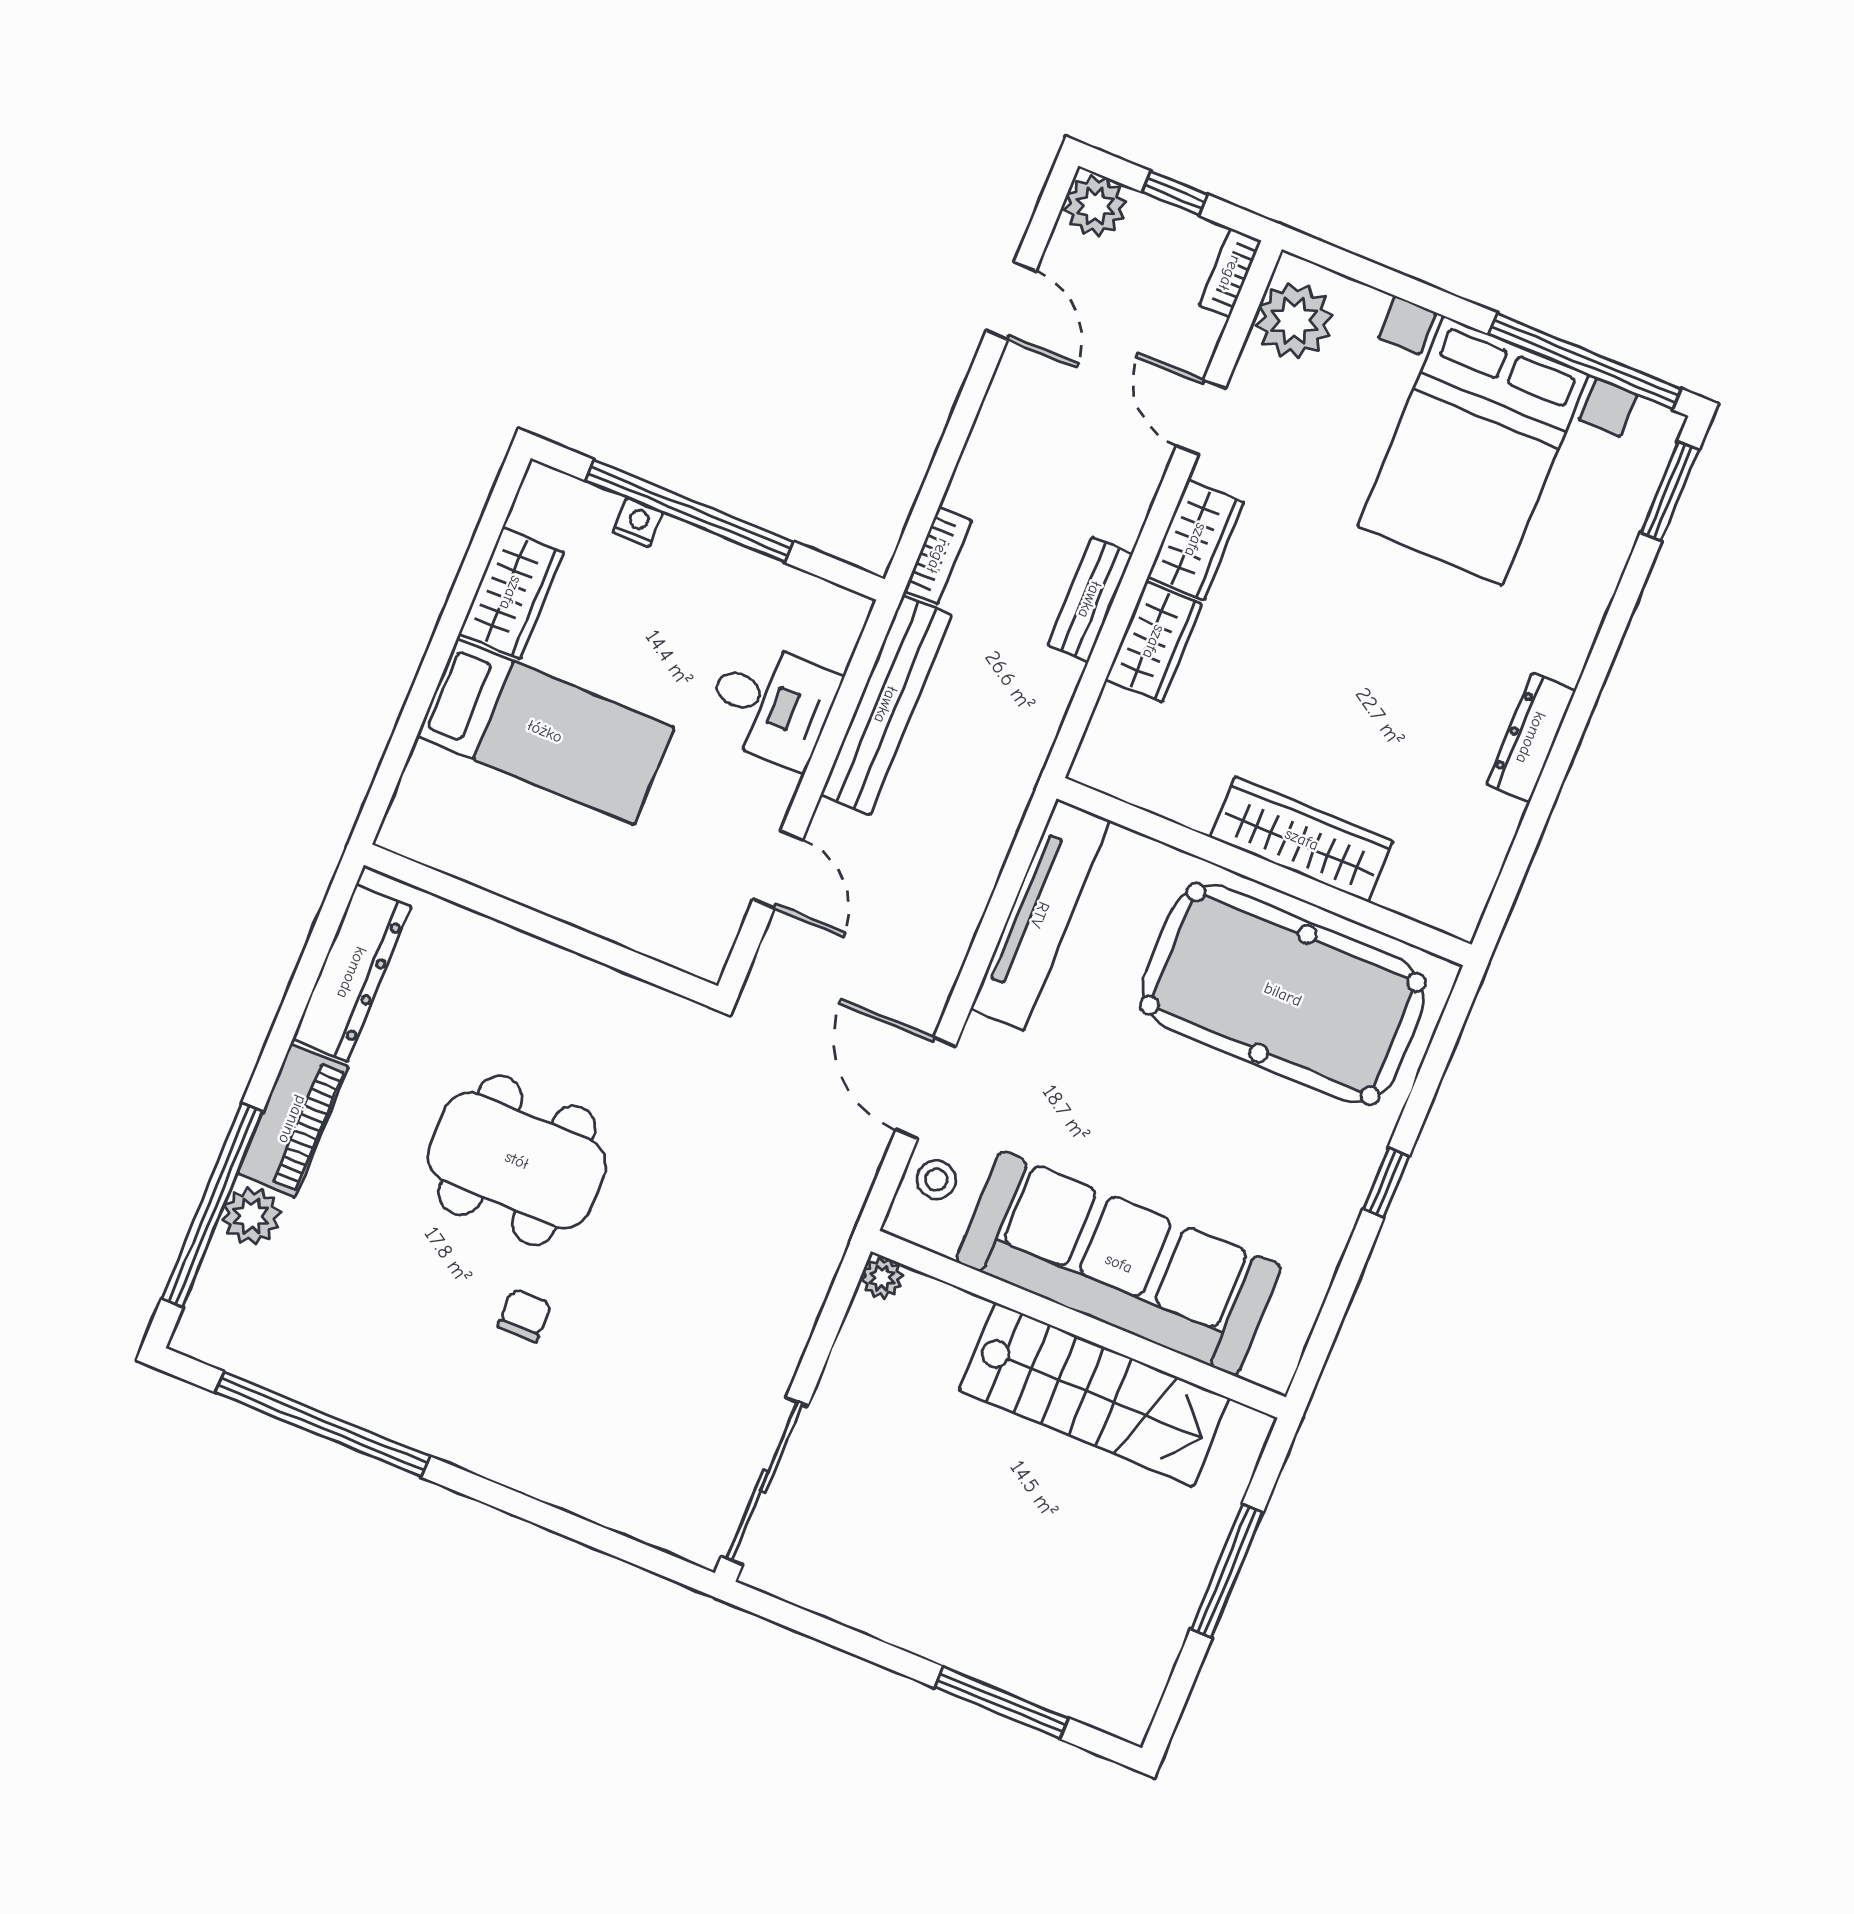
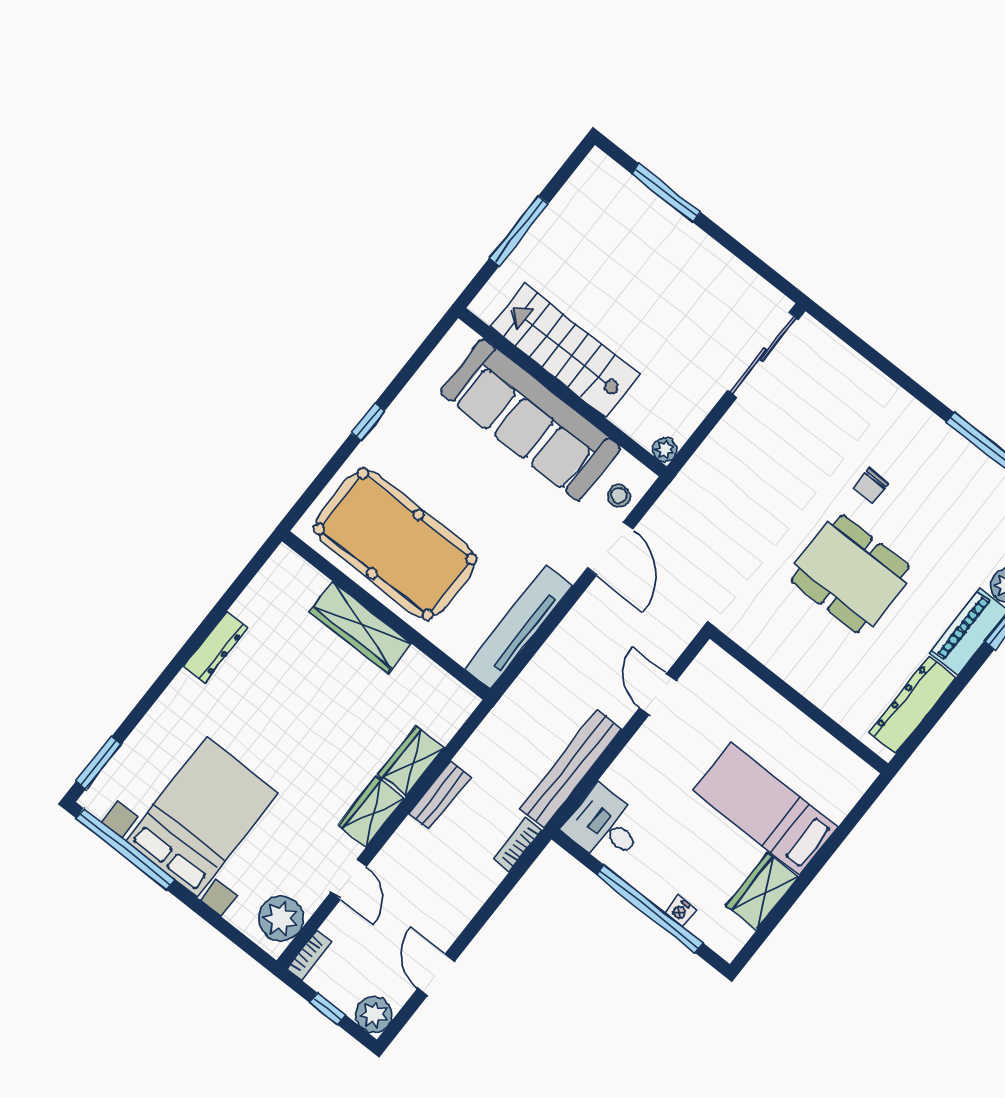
desk: (772, 704) -> (605, 826), moved

